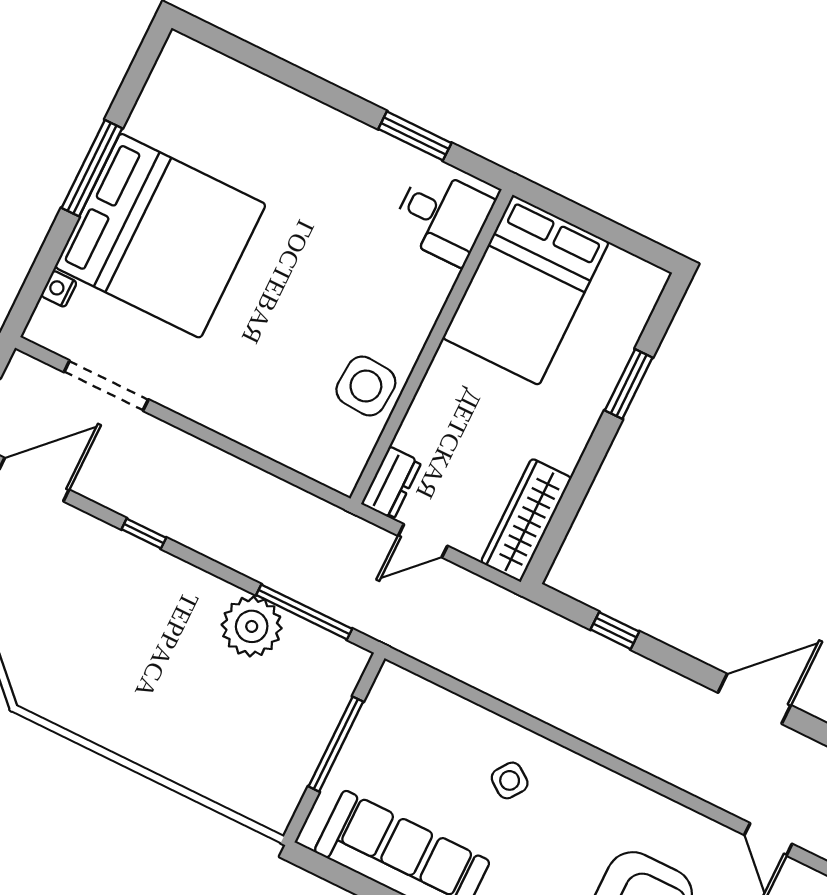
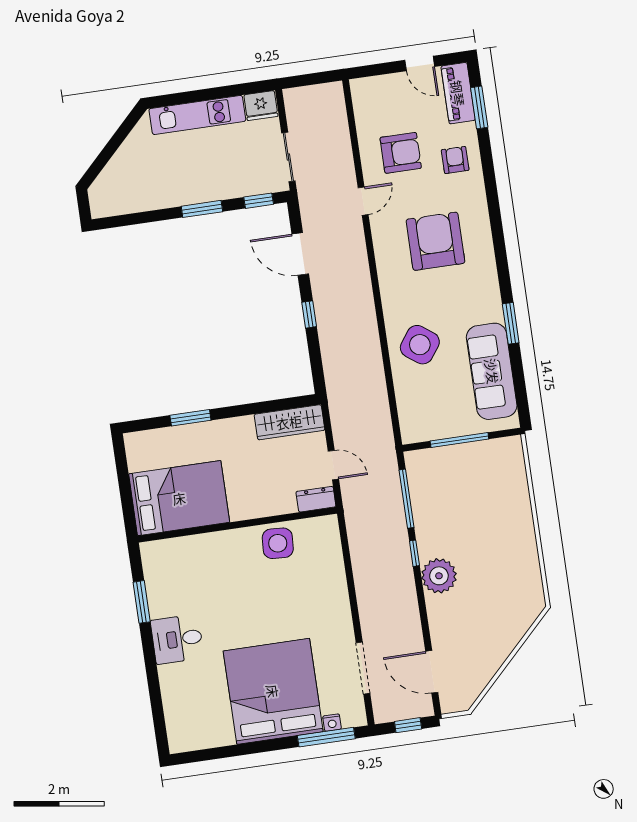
window: (92, 168) -> (326, 737), moved
desk: (442, 216) -> (177, 639), moved, turned -90
window: (144, 533) -> (414, 553), moved
plant: (252, 626) -> (439, 576), moved
window: (615, 631) -> (309, 314), moved
side table: (510, 780) -> (420, 345), width x1.87, depth x1.87

